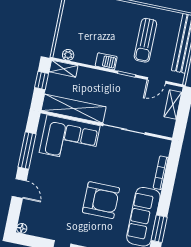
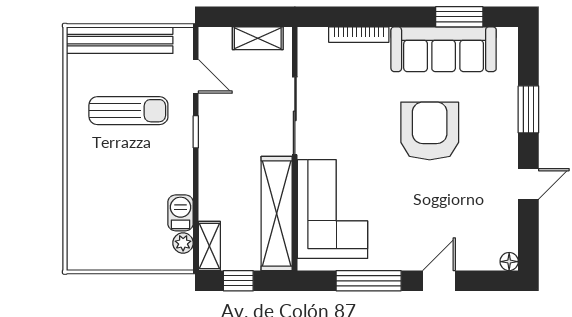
barbecue: (106, 61) -> (180, 213), moved
shelving: (173, 105) -> (258, 38), moved

